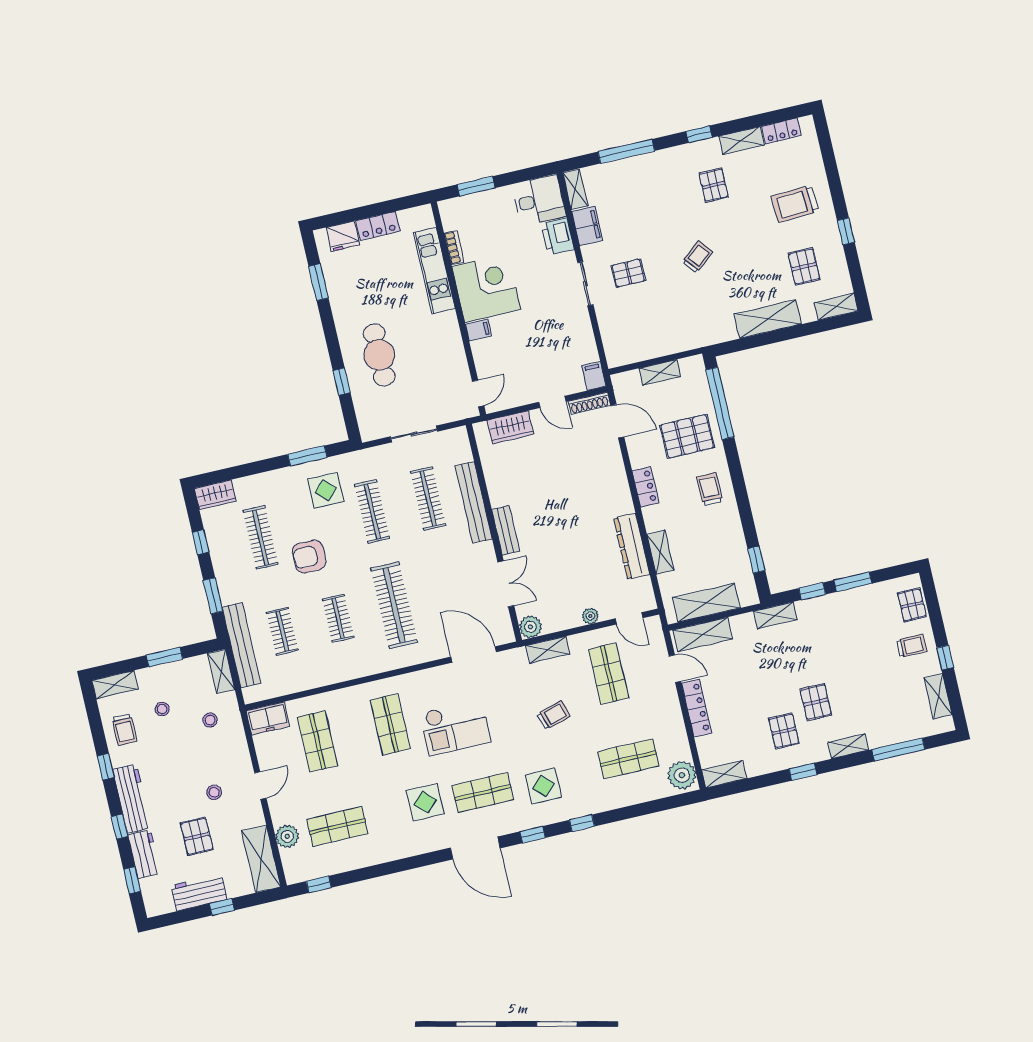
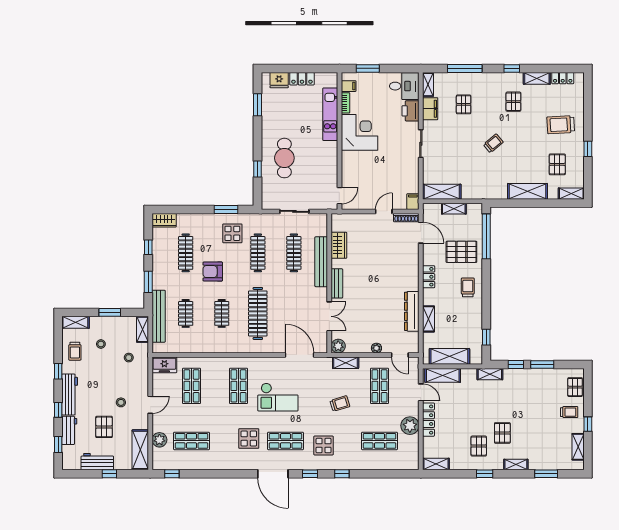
pallet: (628, 273) -> (464, 104), moved, turned 90
filing cabinet: (478, 330) -> (349, 86), moved
shelving: (635, 350) -> (442, 192), added
door: (552, 402) -> (384, 211), swing flipped
wardrobe: (510, 427) -> (339, 245), moved, turned -90
window: (898, 750) -> (546, 474), width x0.69
plant: (682, 775) -> (410, 426), moved

